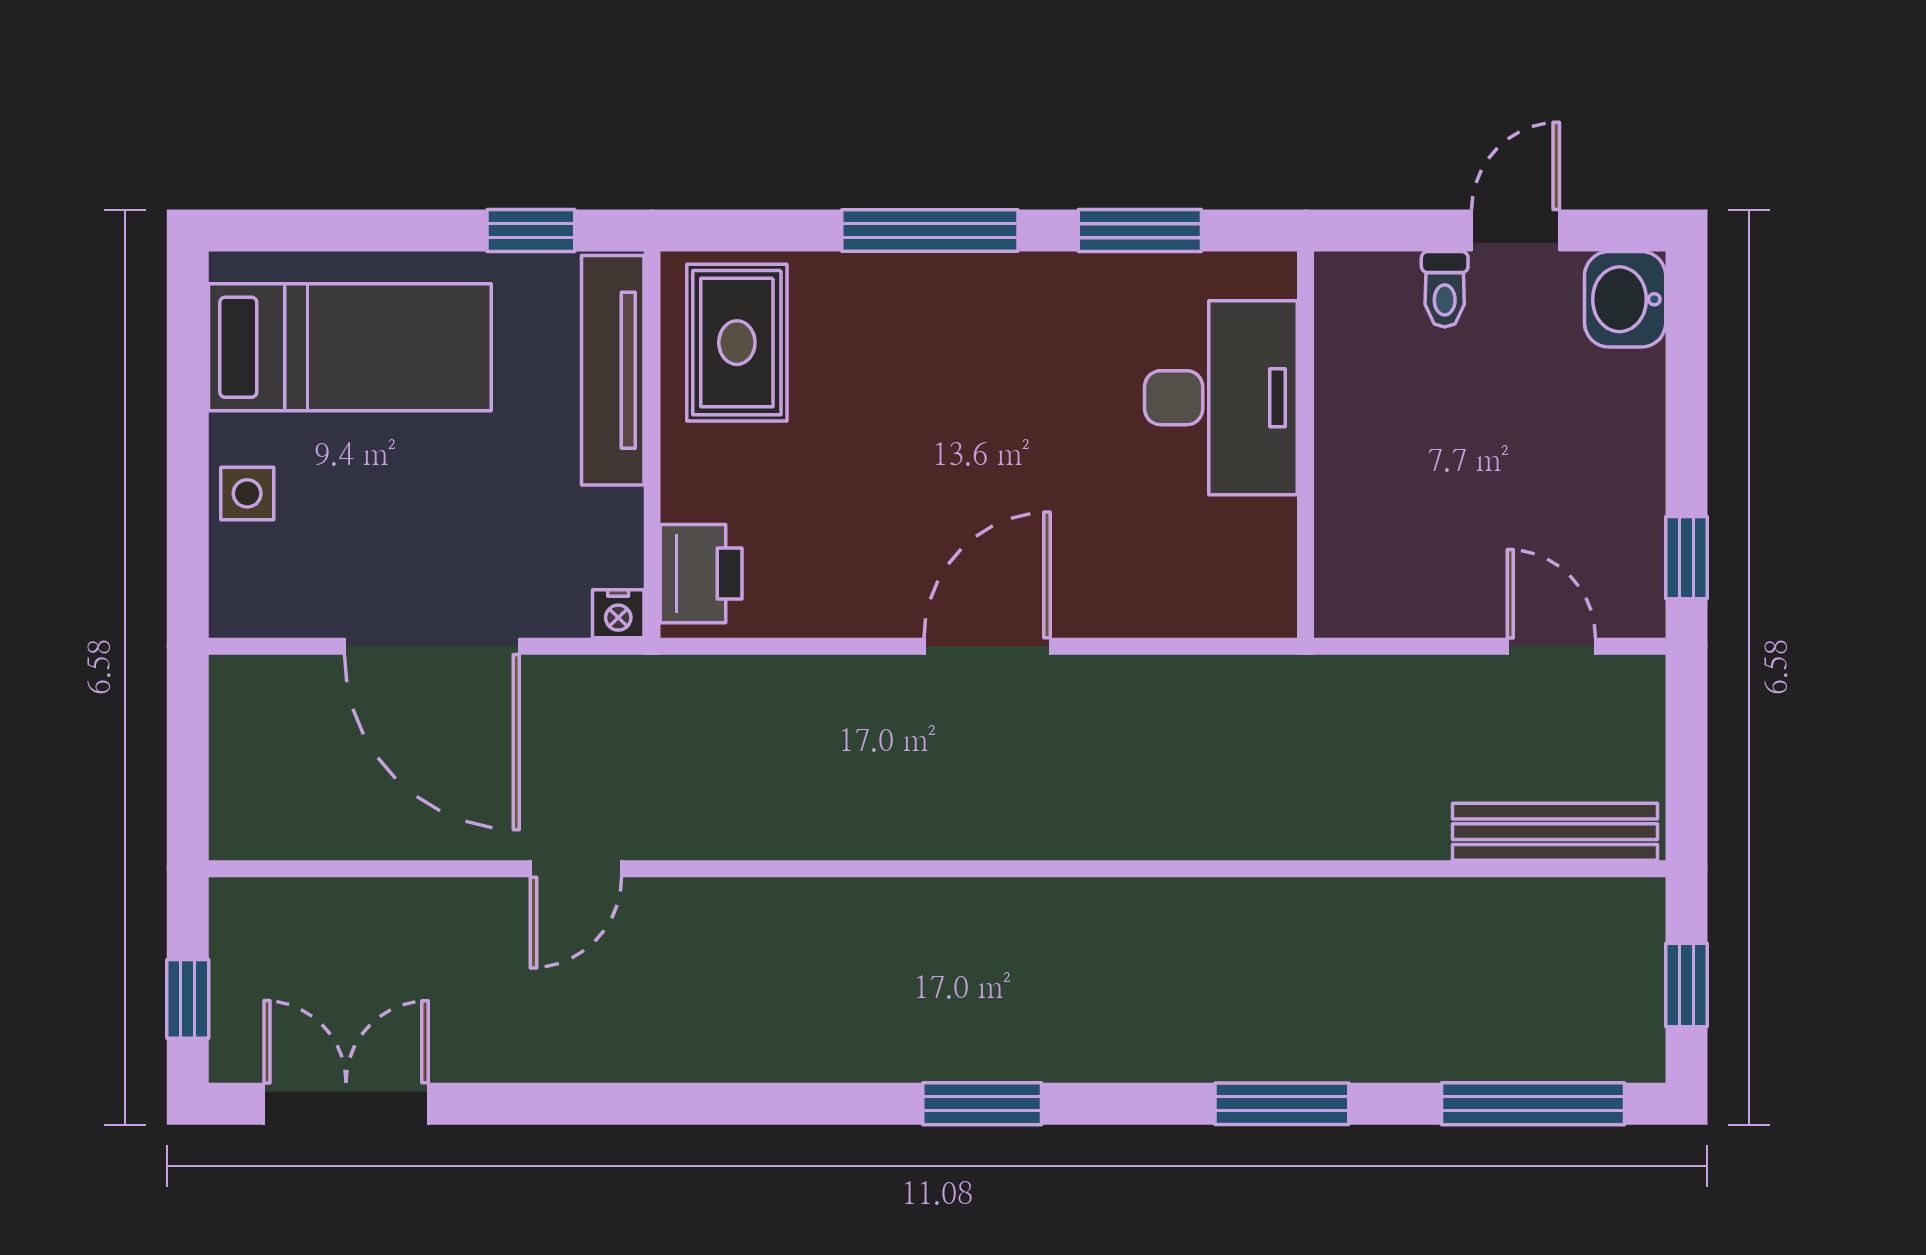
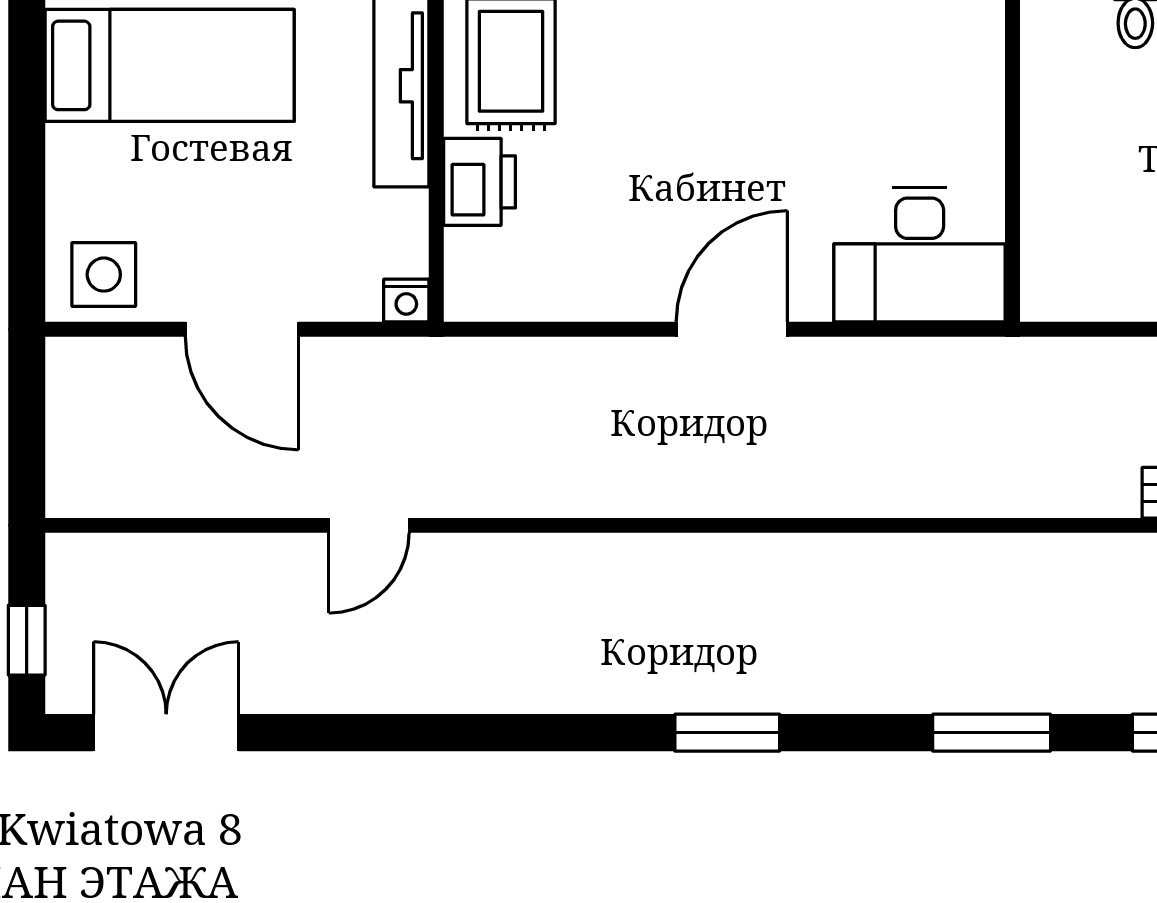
desk: (1221, 398) -> (920, 255), moved, turned 90
side table: (247, 493) -> (104, 275), moved, width x1.37, depth x1.37
printer: (701, 574) -> (479, 182), moved
door: (432, 646) -> (242, 329), width x0.73

